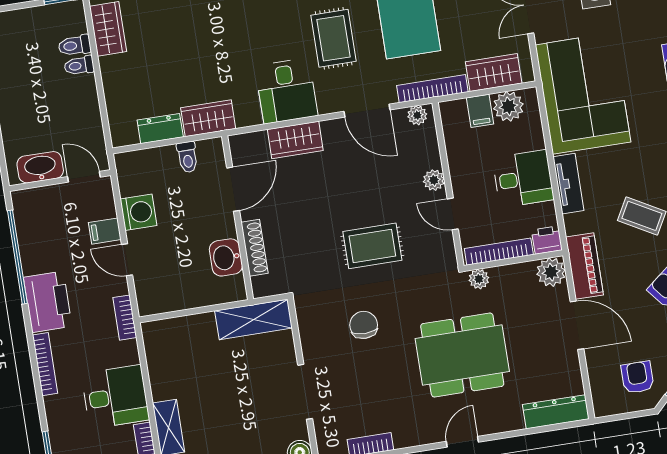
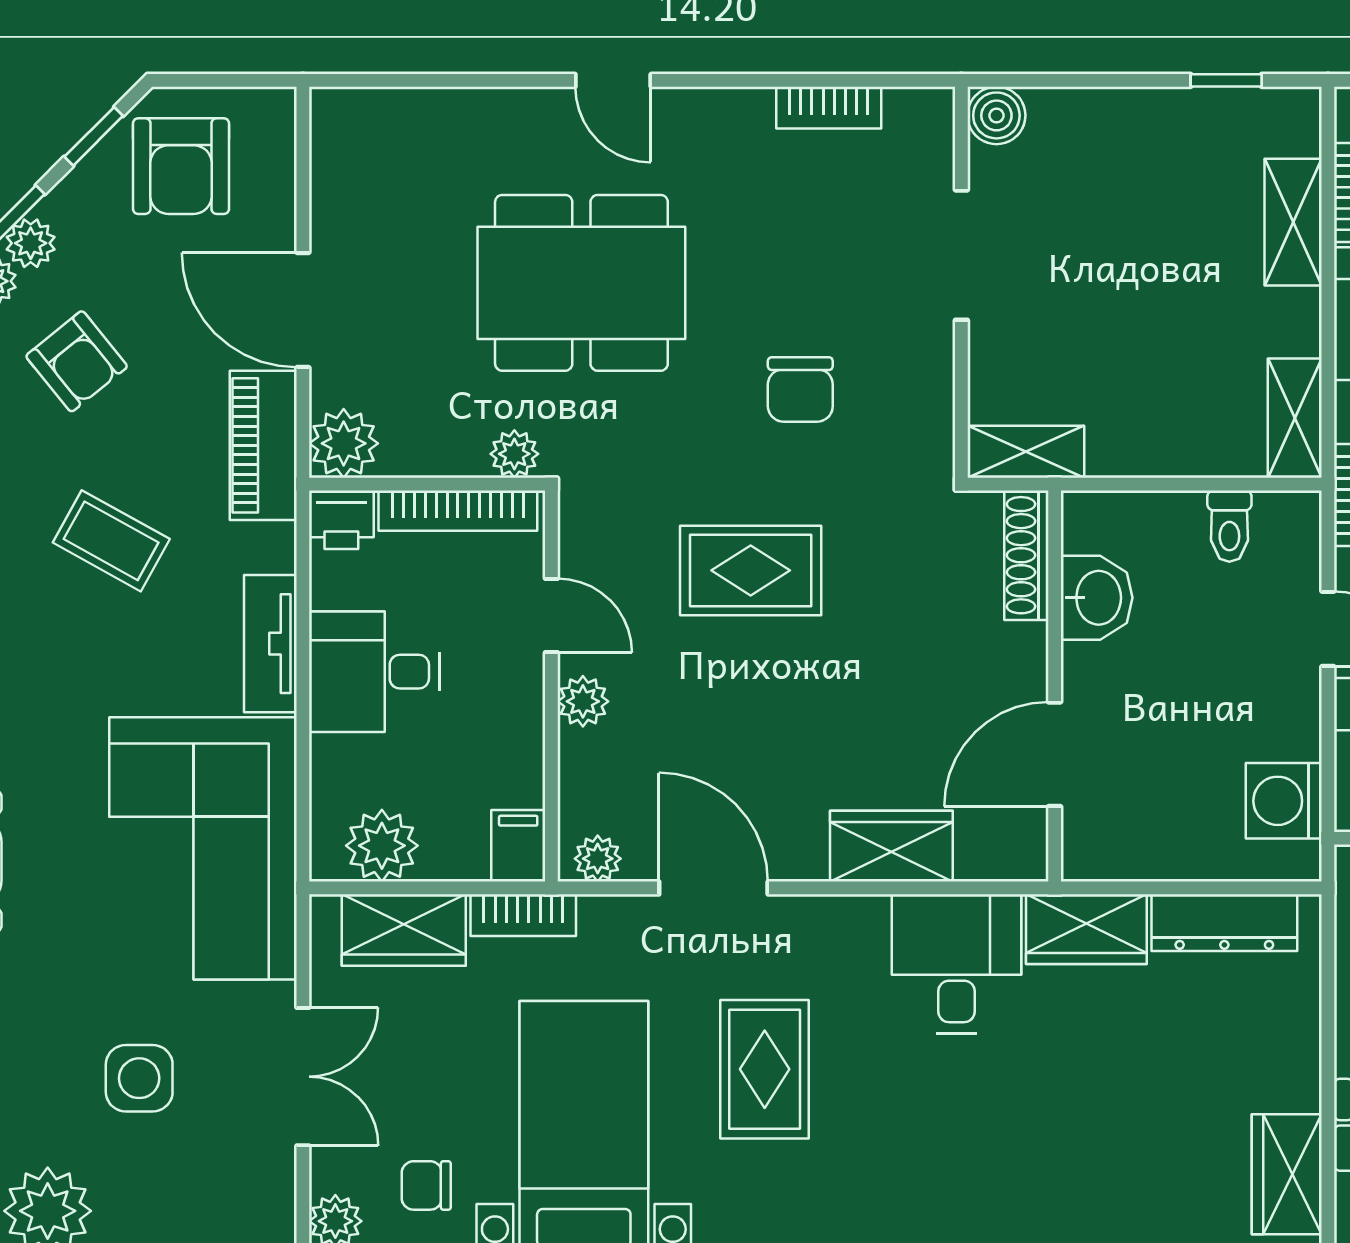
bookcase: (432, 89) -> (523, 915), width x0.64
desk: (286, 91) -> (957, 964), moved
filing cabinet: (480, 111) -> (518, 846), moved
dresser: (160, 129) -> (1224, 923), width x1.44
toilet: (187, 157) -> (1229, 526), moved, turned 180
washing machine: (138, 212) -> (1284, 801), moved
shoe rack: (254, 248) -> (1026, 555), moved
shelving: (254, 319) -> (1026, 452), width x0.67, depth x0.75
shelving: (155, 346) -> (1295, 418), added
armchair: (637, 377) -> (181, 166), width x1.38, depth x1.38
dresser: (556, 412) -> (384, 116), removed
door: (462, 442) -> (613, 80), hinge flipped

